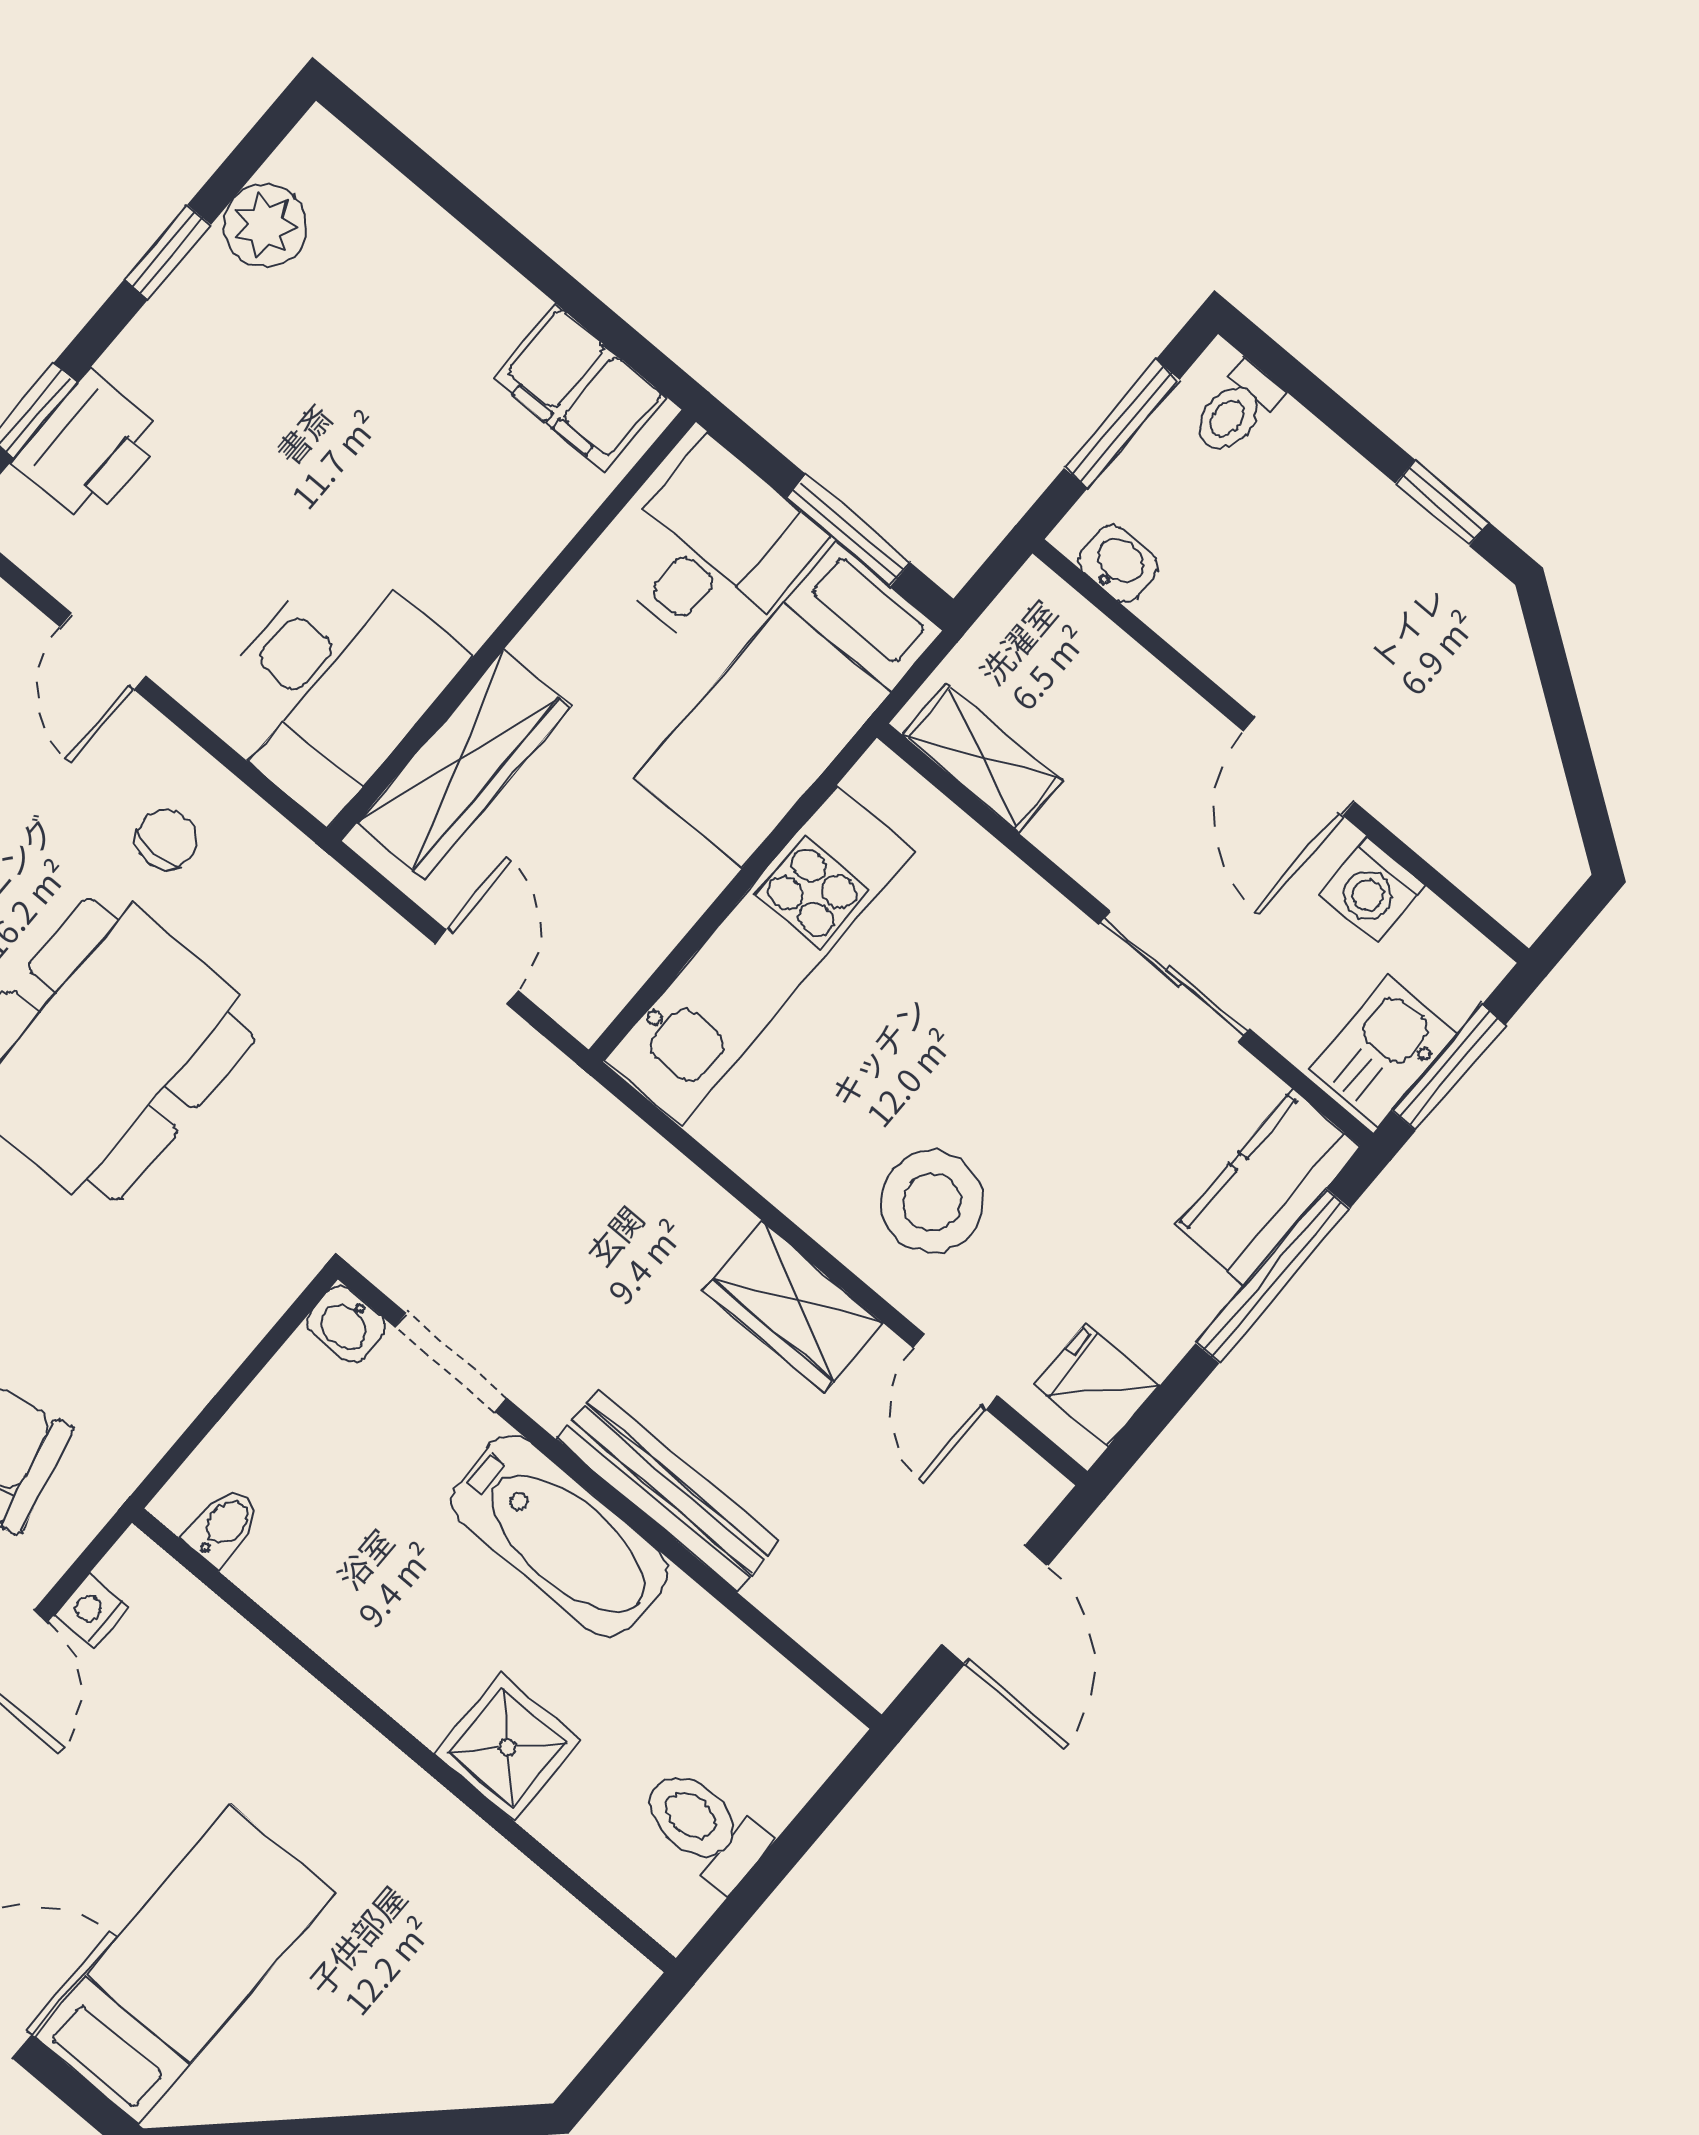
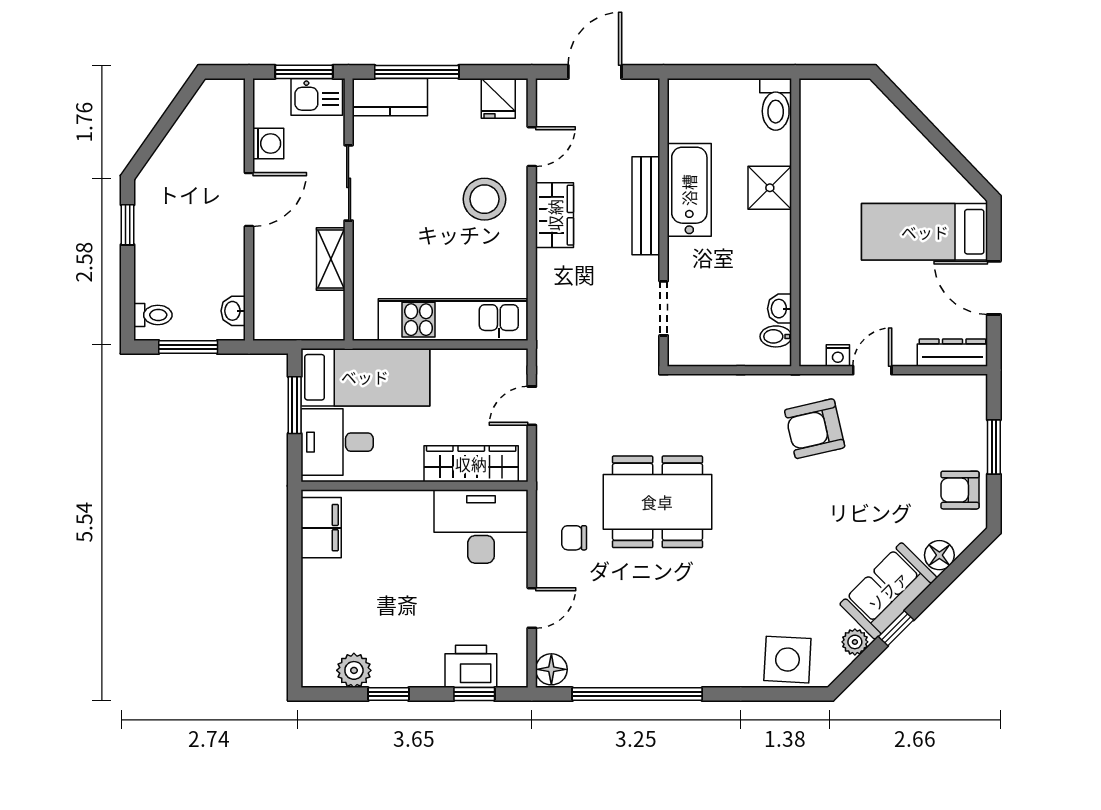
shelving: (982, 758) -> (331, 259), moved
washbasin: (346, 1324) -> (780, 309), moved, turned 180
bathtub: (560, 1536) -> (689, 190), moved
toilet: (704, 1827) -> (776, 104), moved

